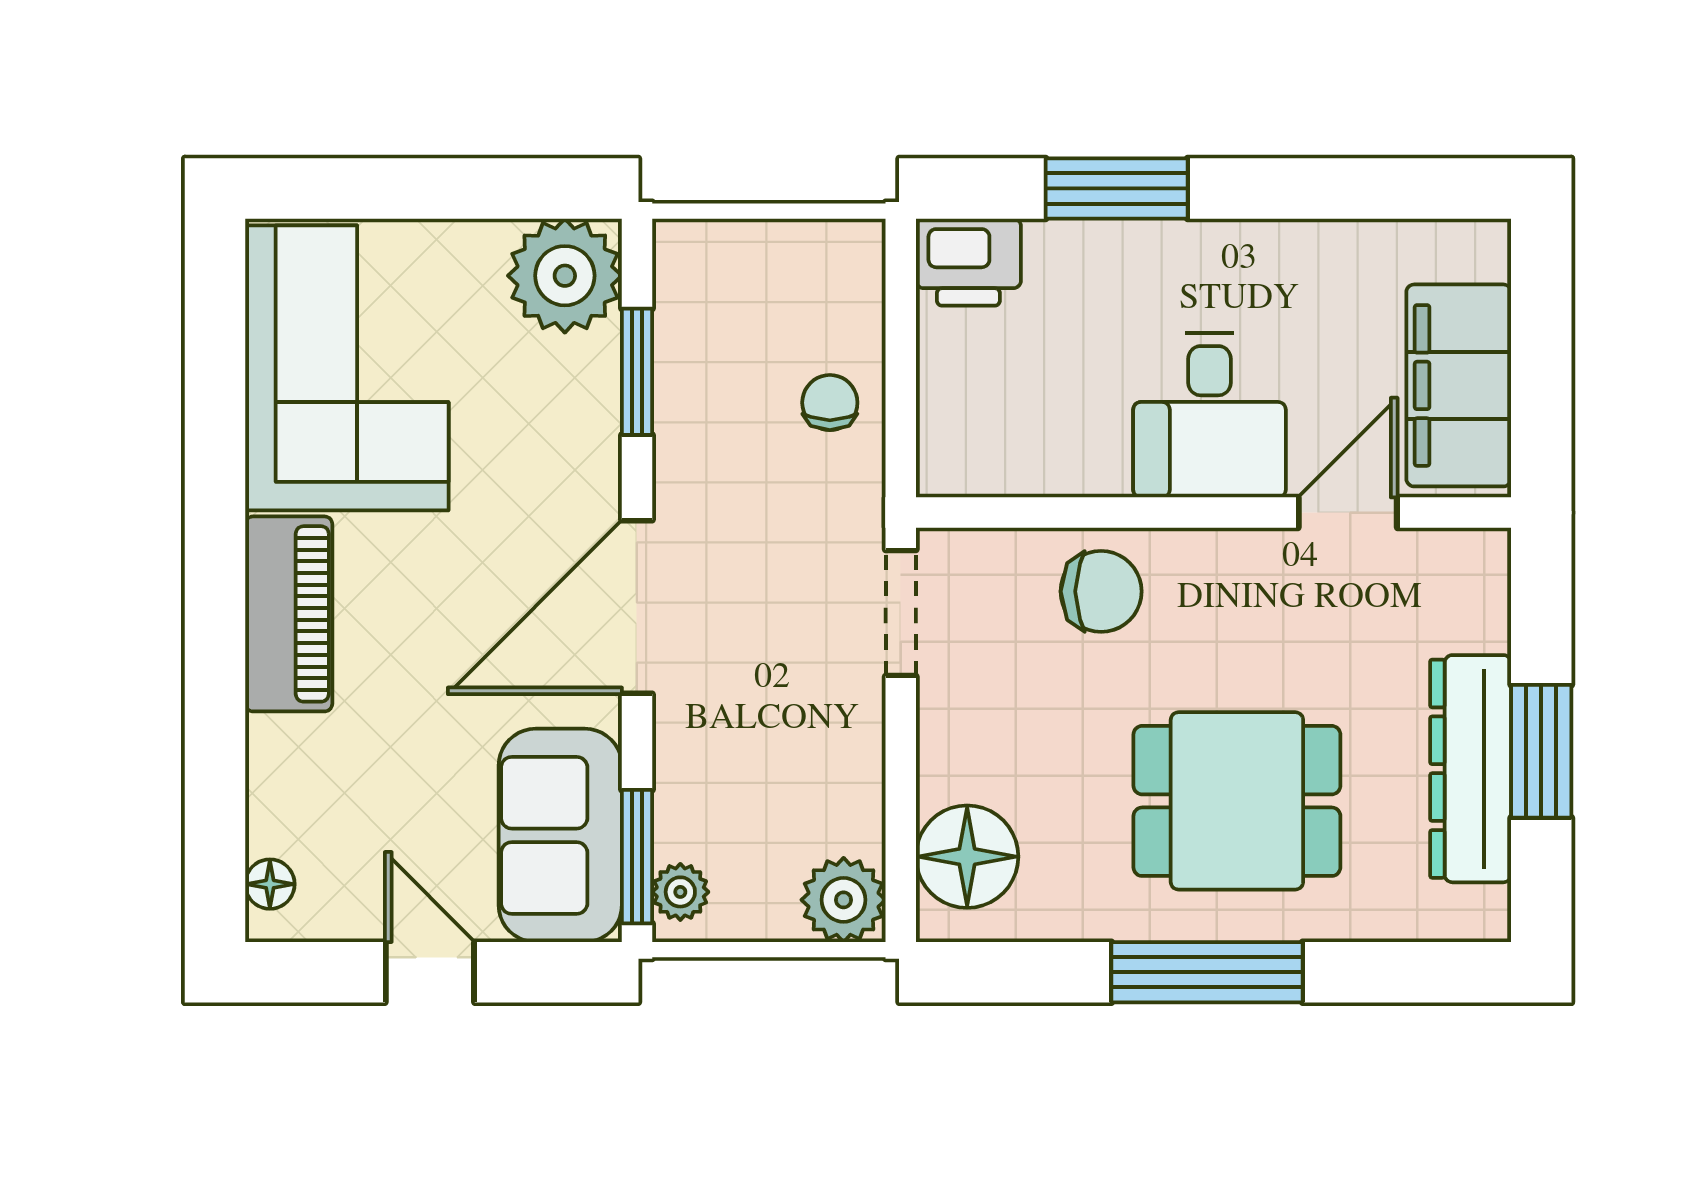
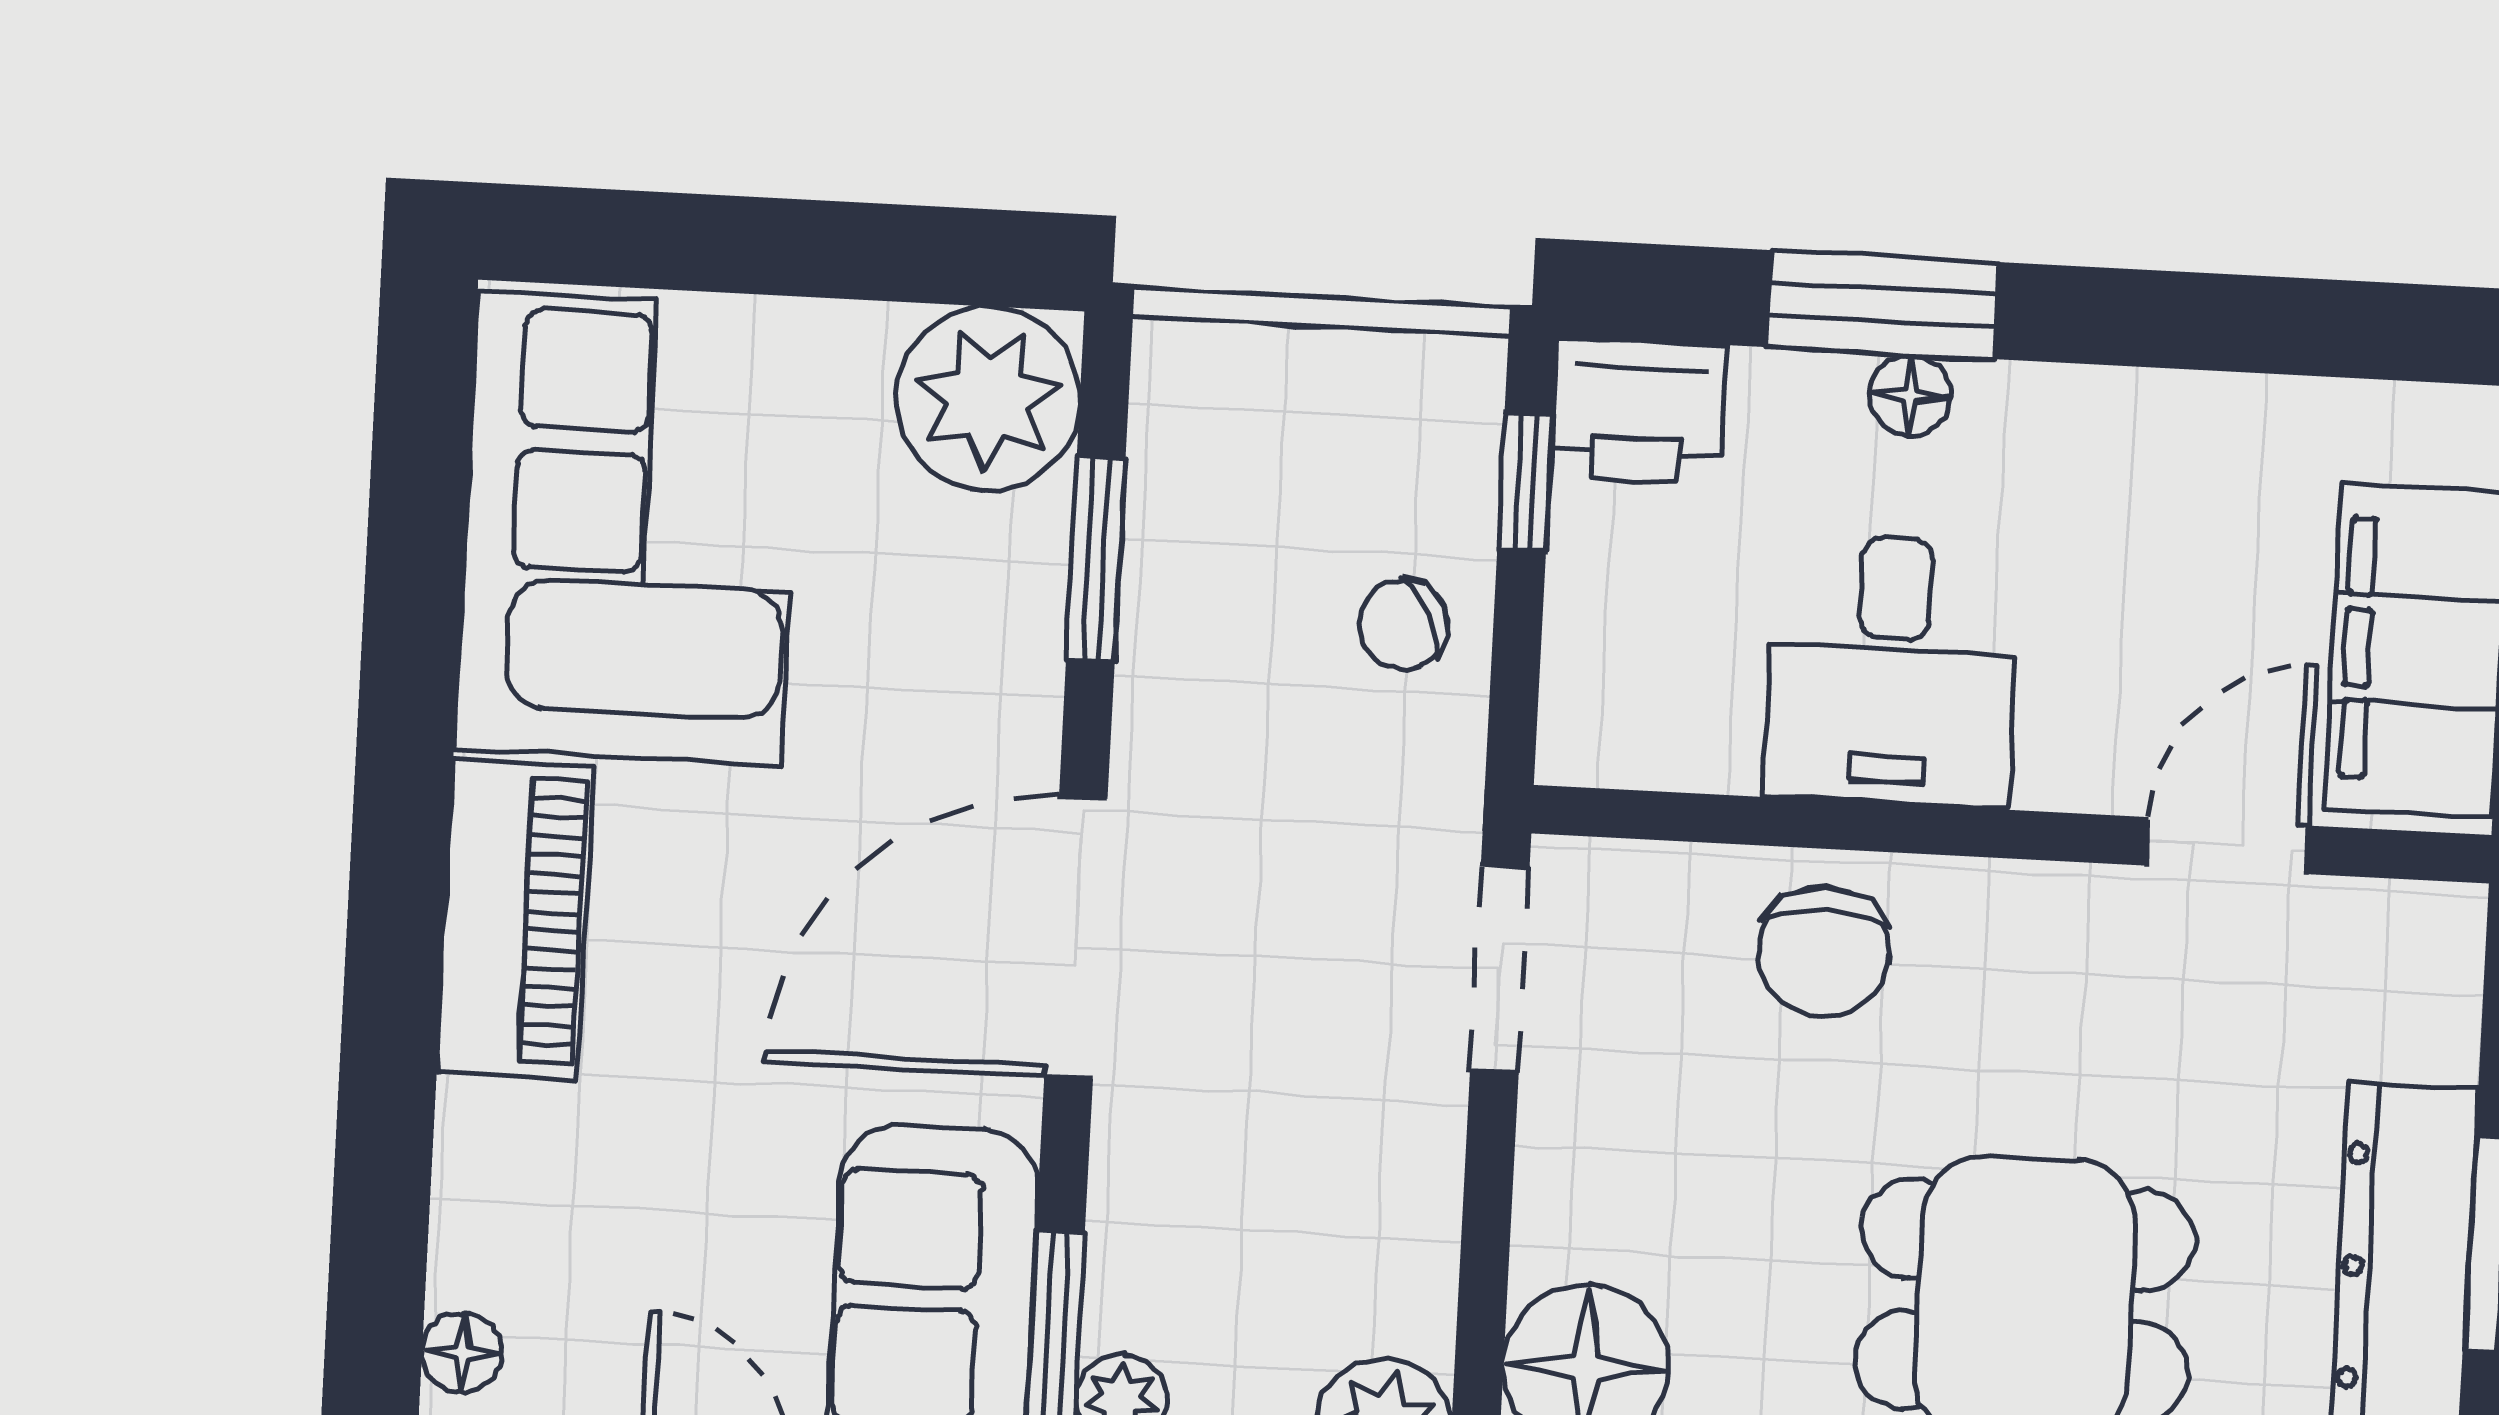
floor lamp: (1136, 244) -> (1910, 395), added
window: (901, 310) -> (1525, 482), added
chair: (830, 403) -> (1403, 625), turned -117
desk: (1209, 415) -> (1892, 671), moved
chair: (1101, 591) -> (1824, 952), turned 90

